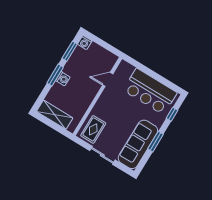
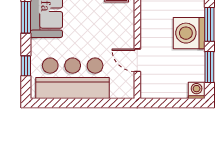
washing machine: (63, 79) -> (189, 33), width x1.89, depth x1.89
door: (108, 79) -> (137, 60), swing flipped

